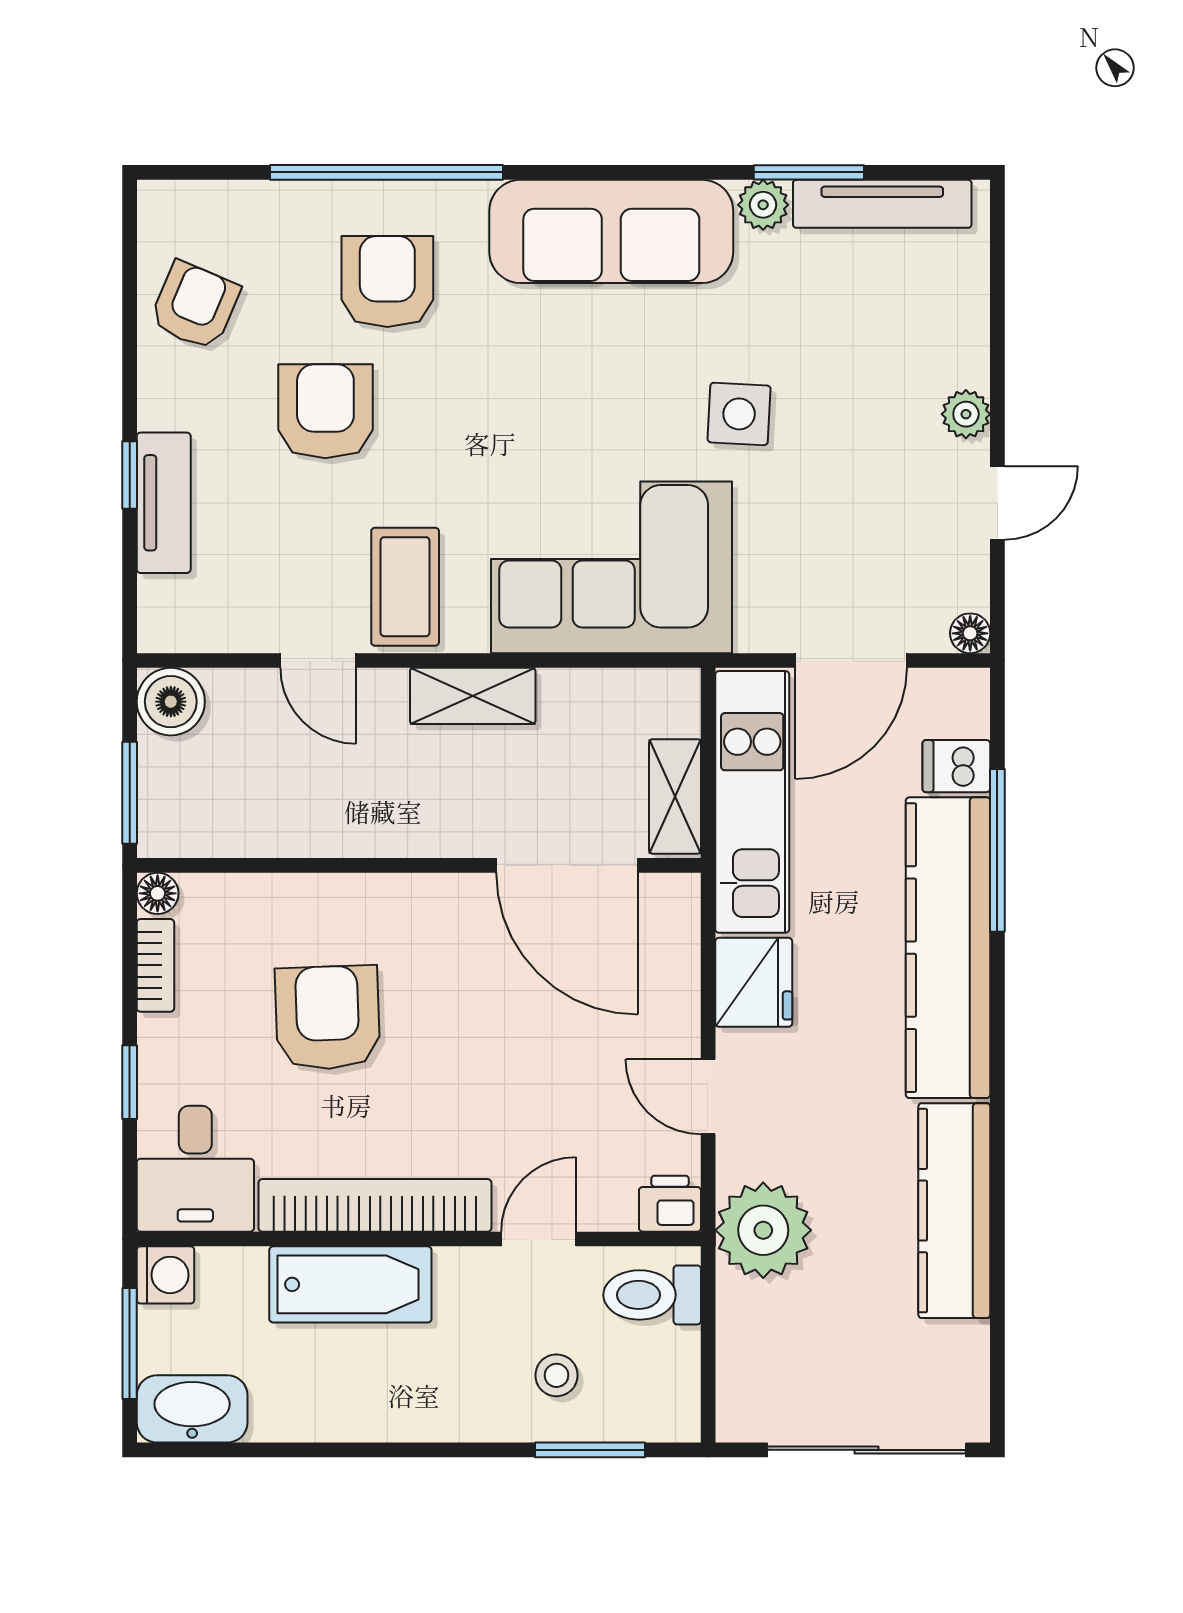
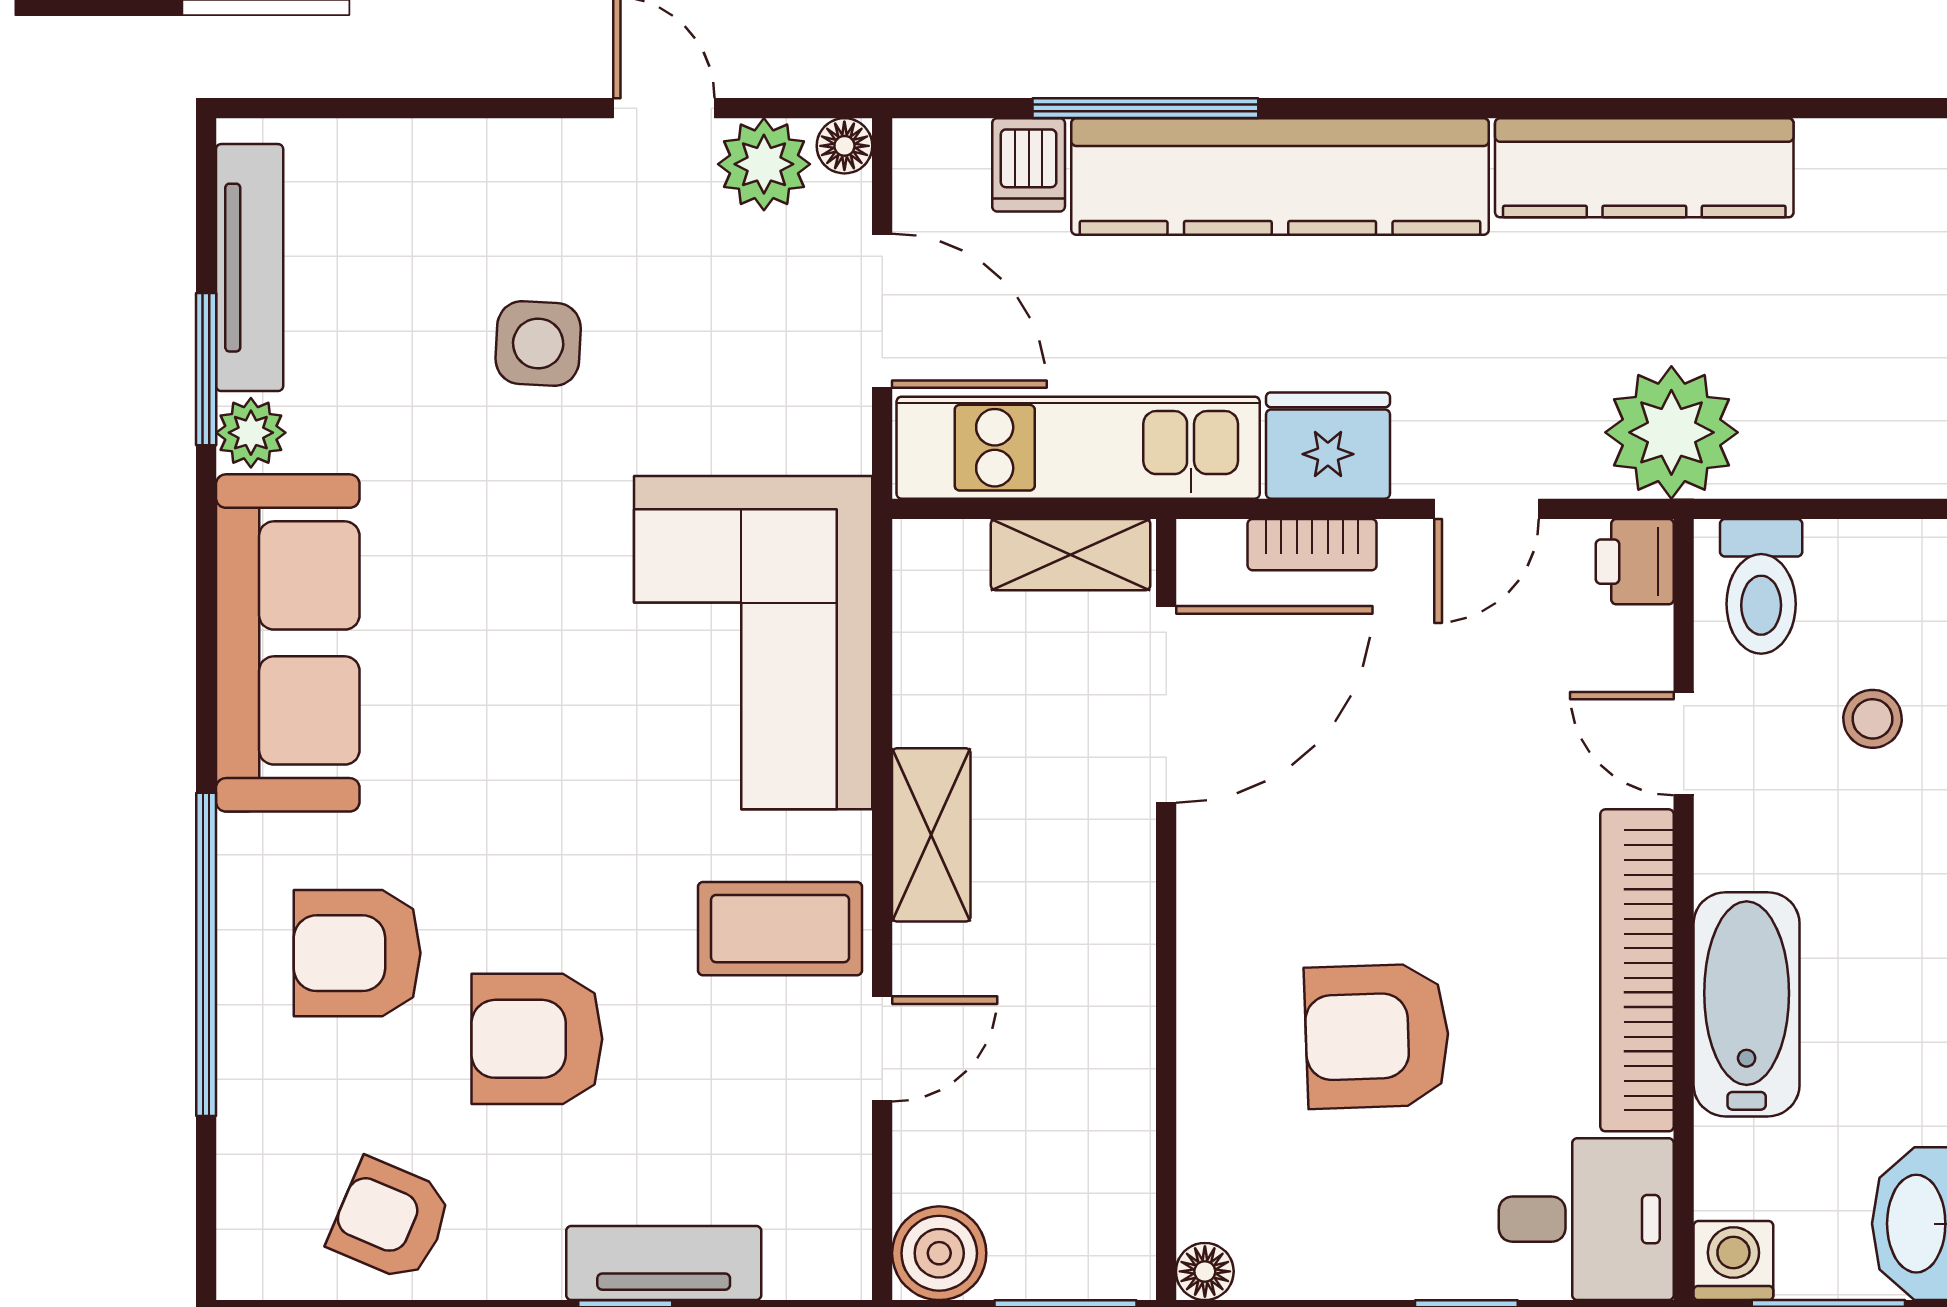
side table: (739, 414) -> (538, 344), moved
plant: (966, 414) -> (764, 164), moved, width x1.38, depth x1.38
bookcase: (155, 965) -> (1312, 545), moved, turned 180

